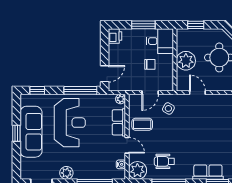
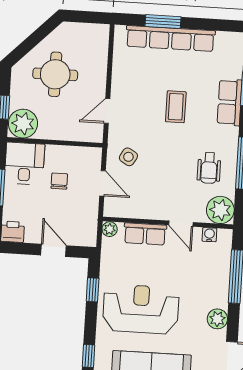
plant: (186, 61) -> (23, 124), moved
door: (105, 74) -> (54, 250), moved
window: (80, 90) -> (93, 290), width x0.46
coffee table: (142, 124) -> (176, 107), moved
door: (127, 145) -> (181, 224), swing flipped

